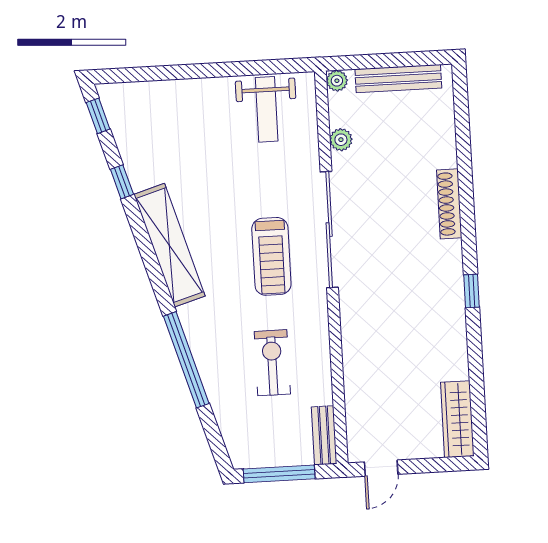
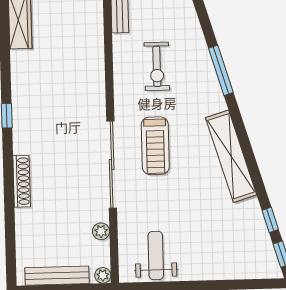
window: (122, 182) -> (270, 220), moved
treadmill: (271, 256) -> (155, 146), turned 180
window: (186, 360) -> (221, 70), width x0.68

